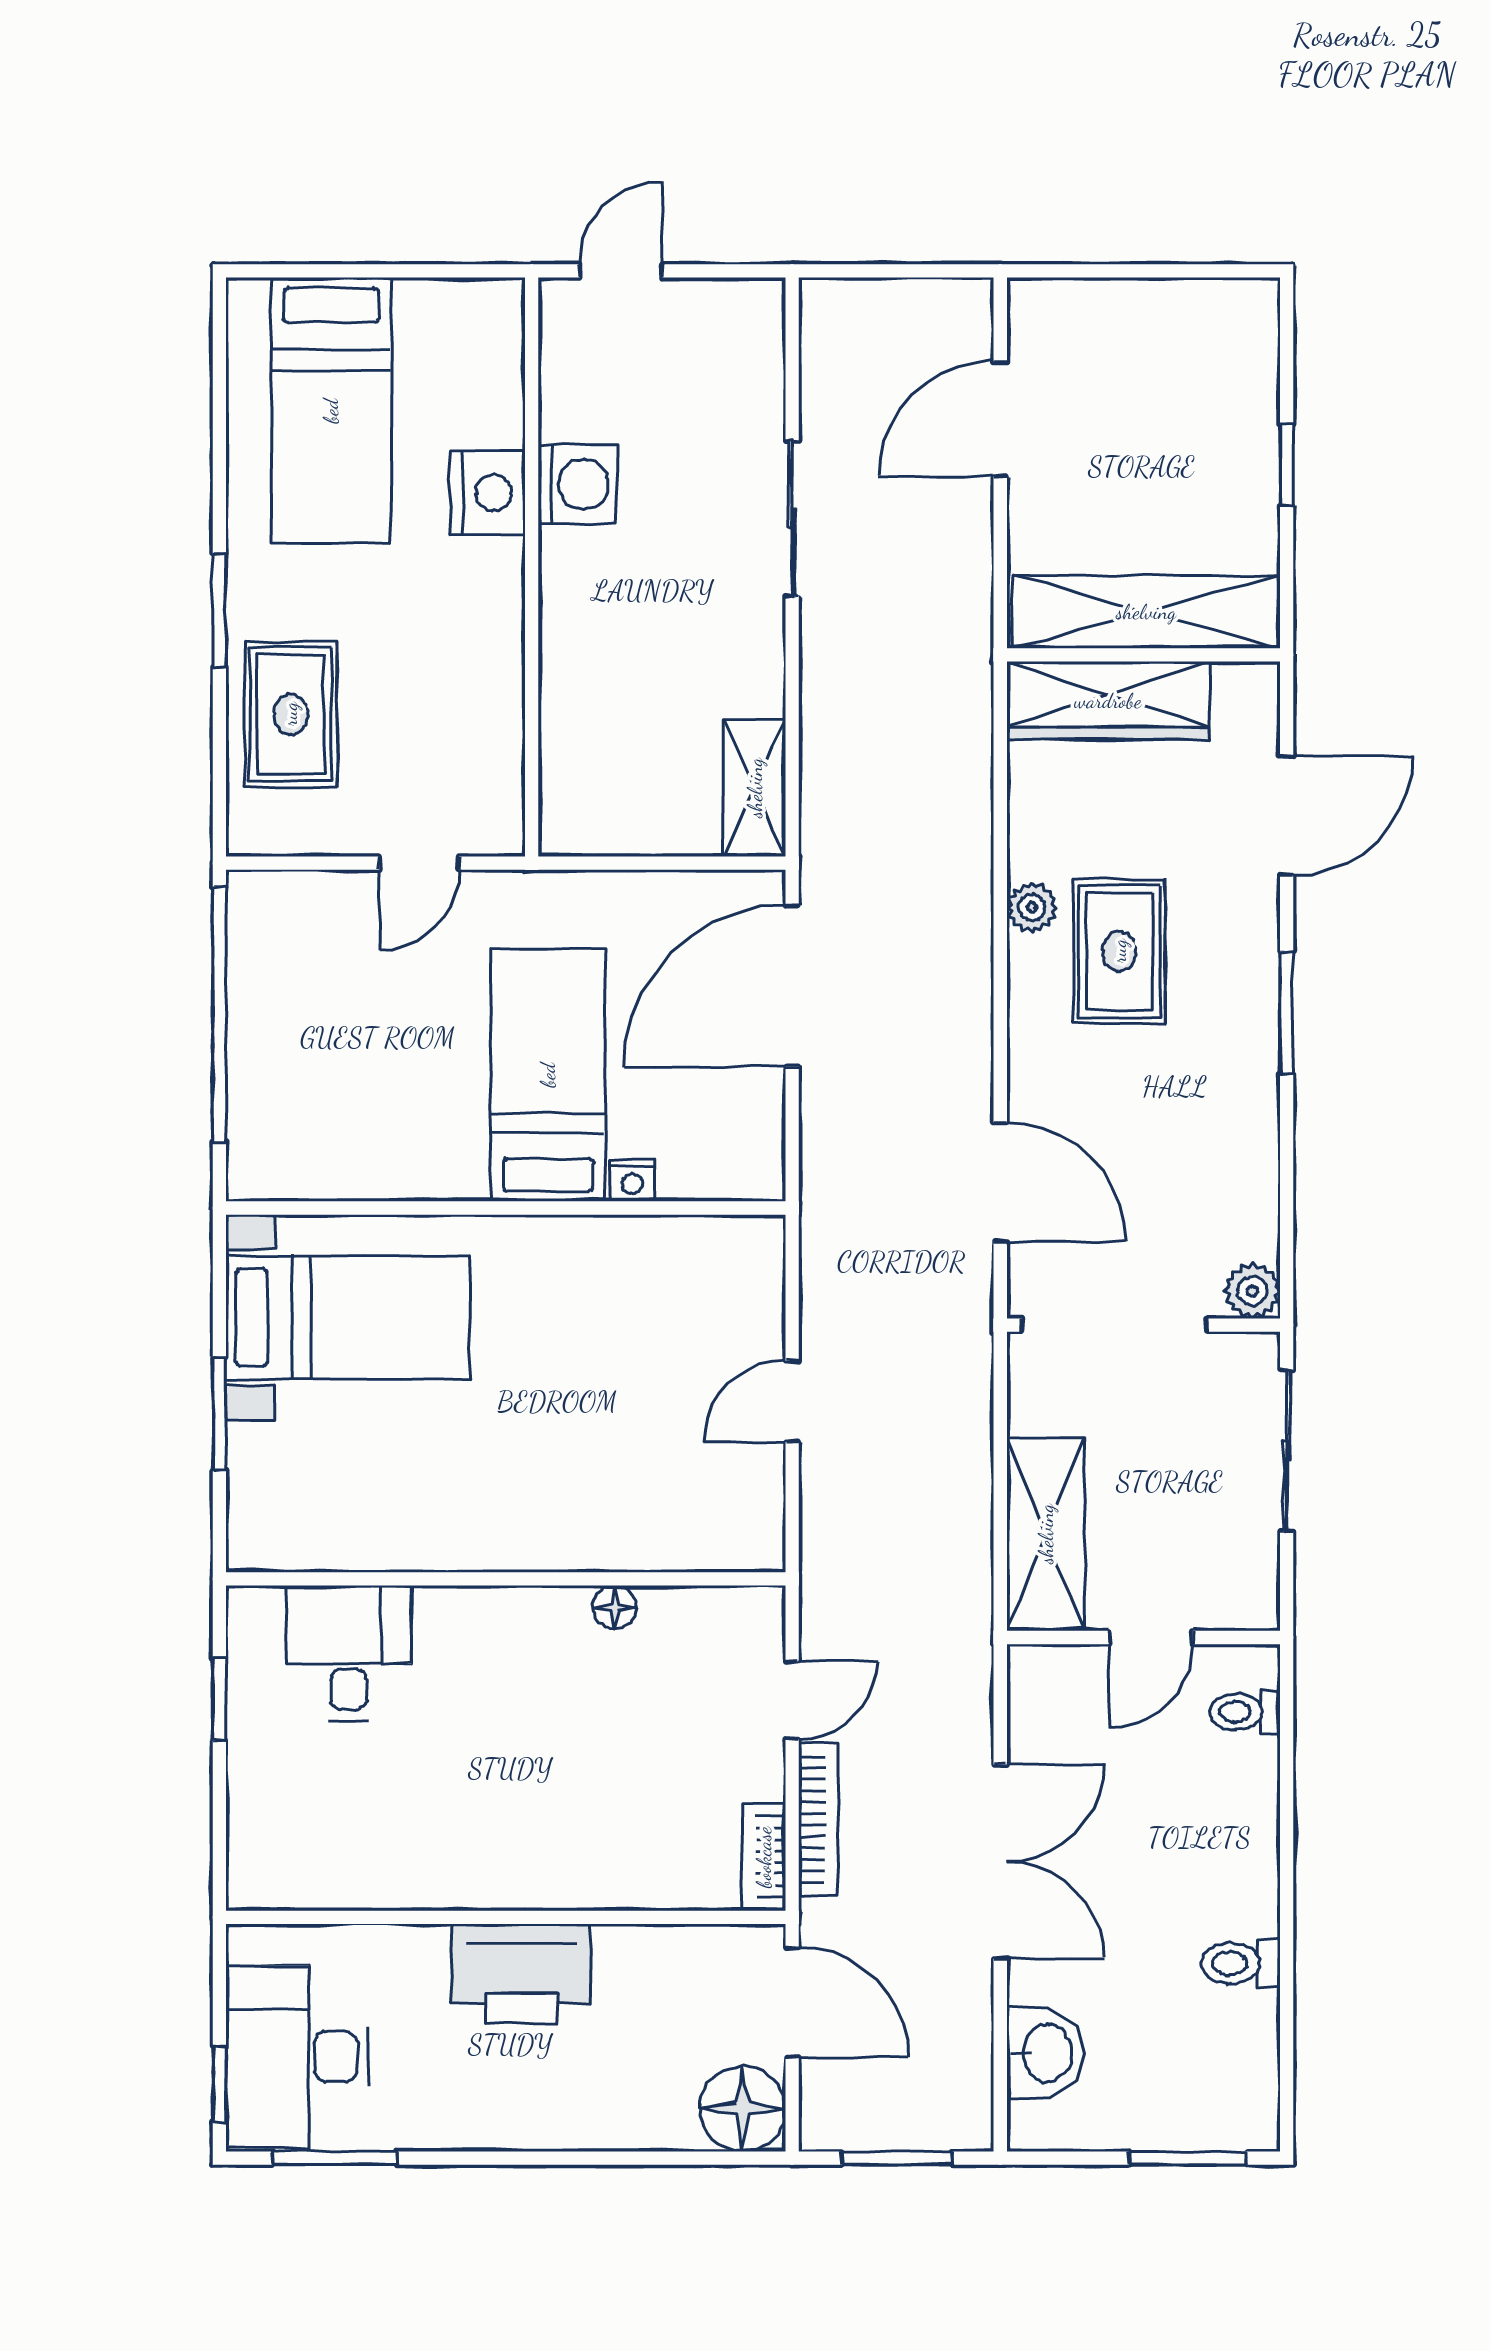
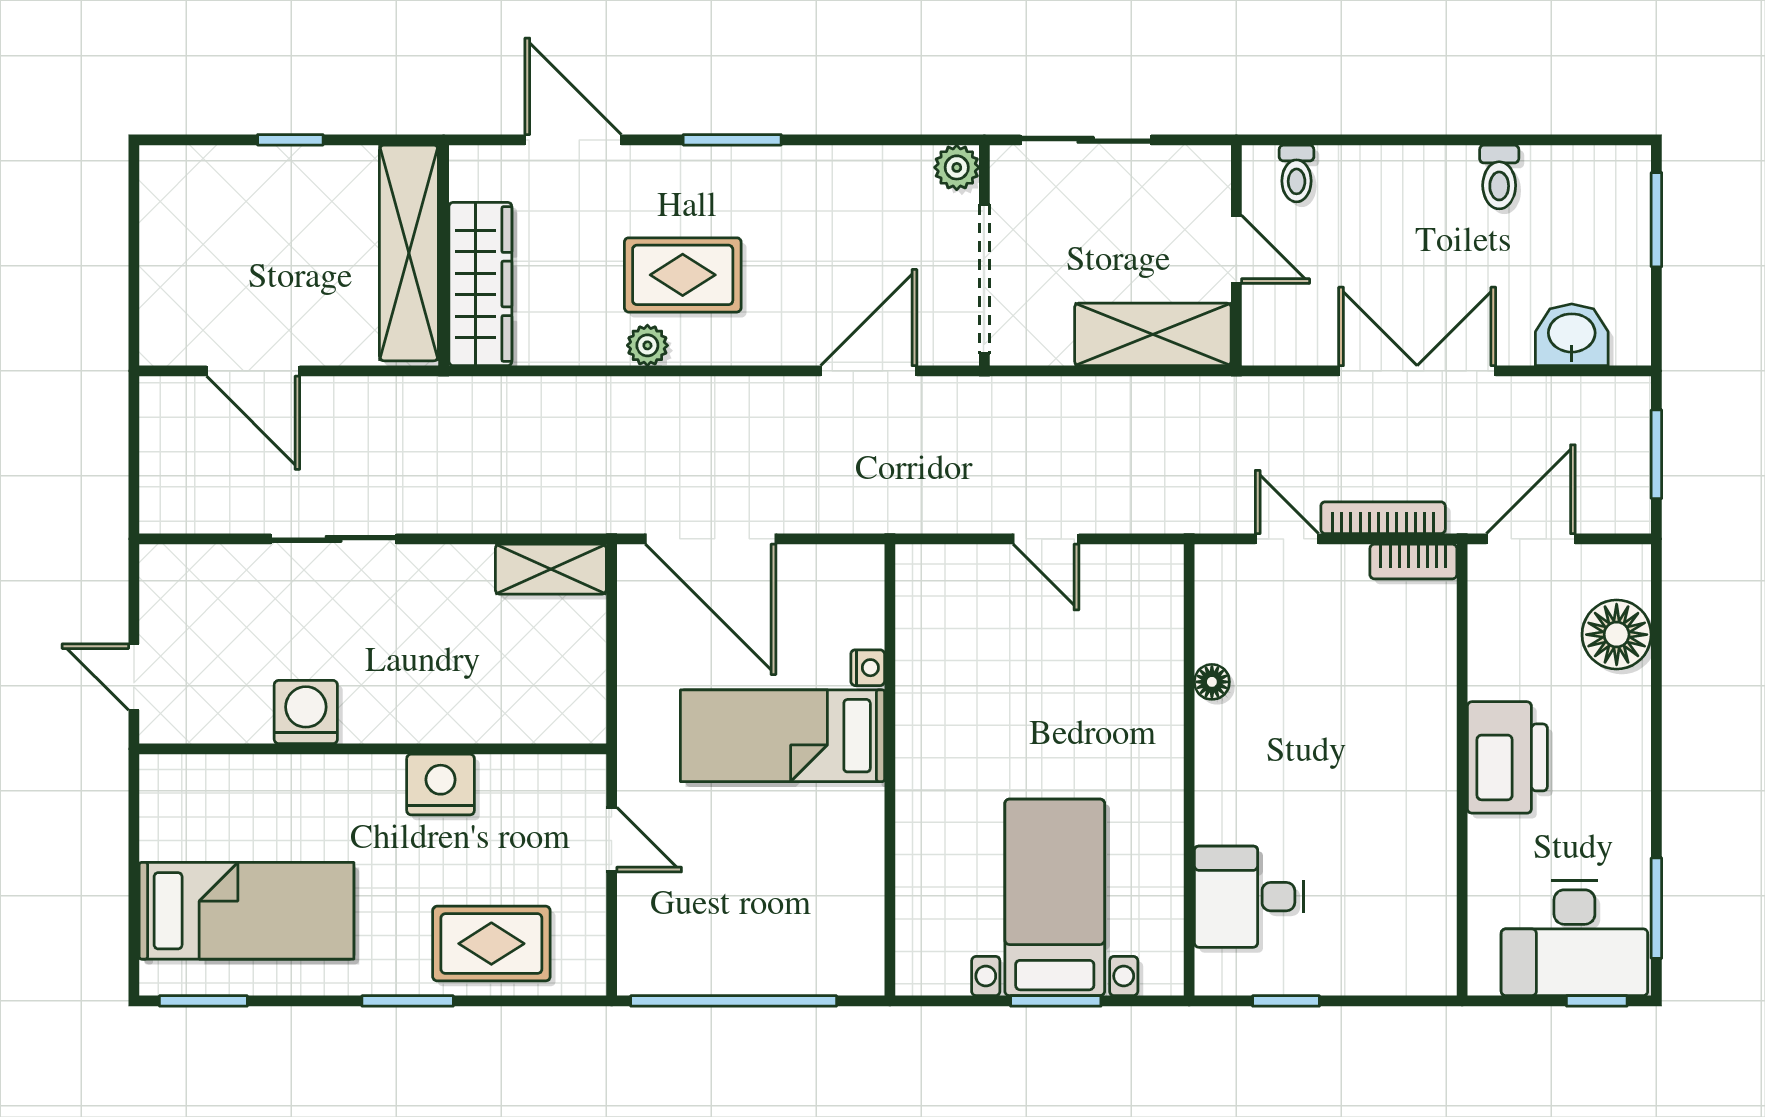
window: (219, 357) -> (203, 1001), added
nightstand: (488, 493) -> (441, 785), moved
bed with nightstands: (348, 1317) -> (1055, 897), moved
floor lamp: (743, 2109) -> (1617, 635), moved

